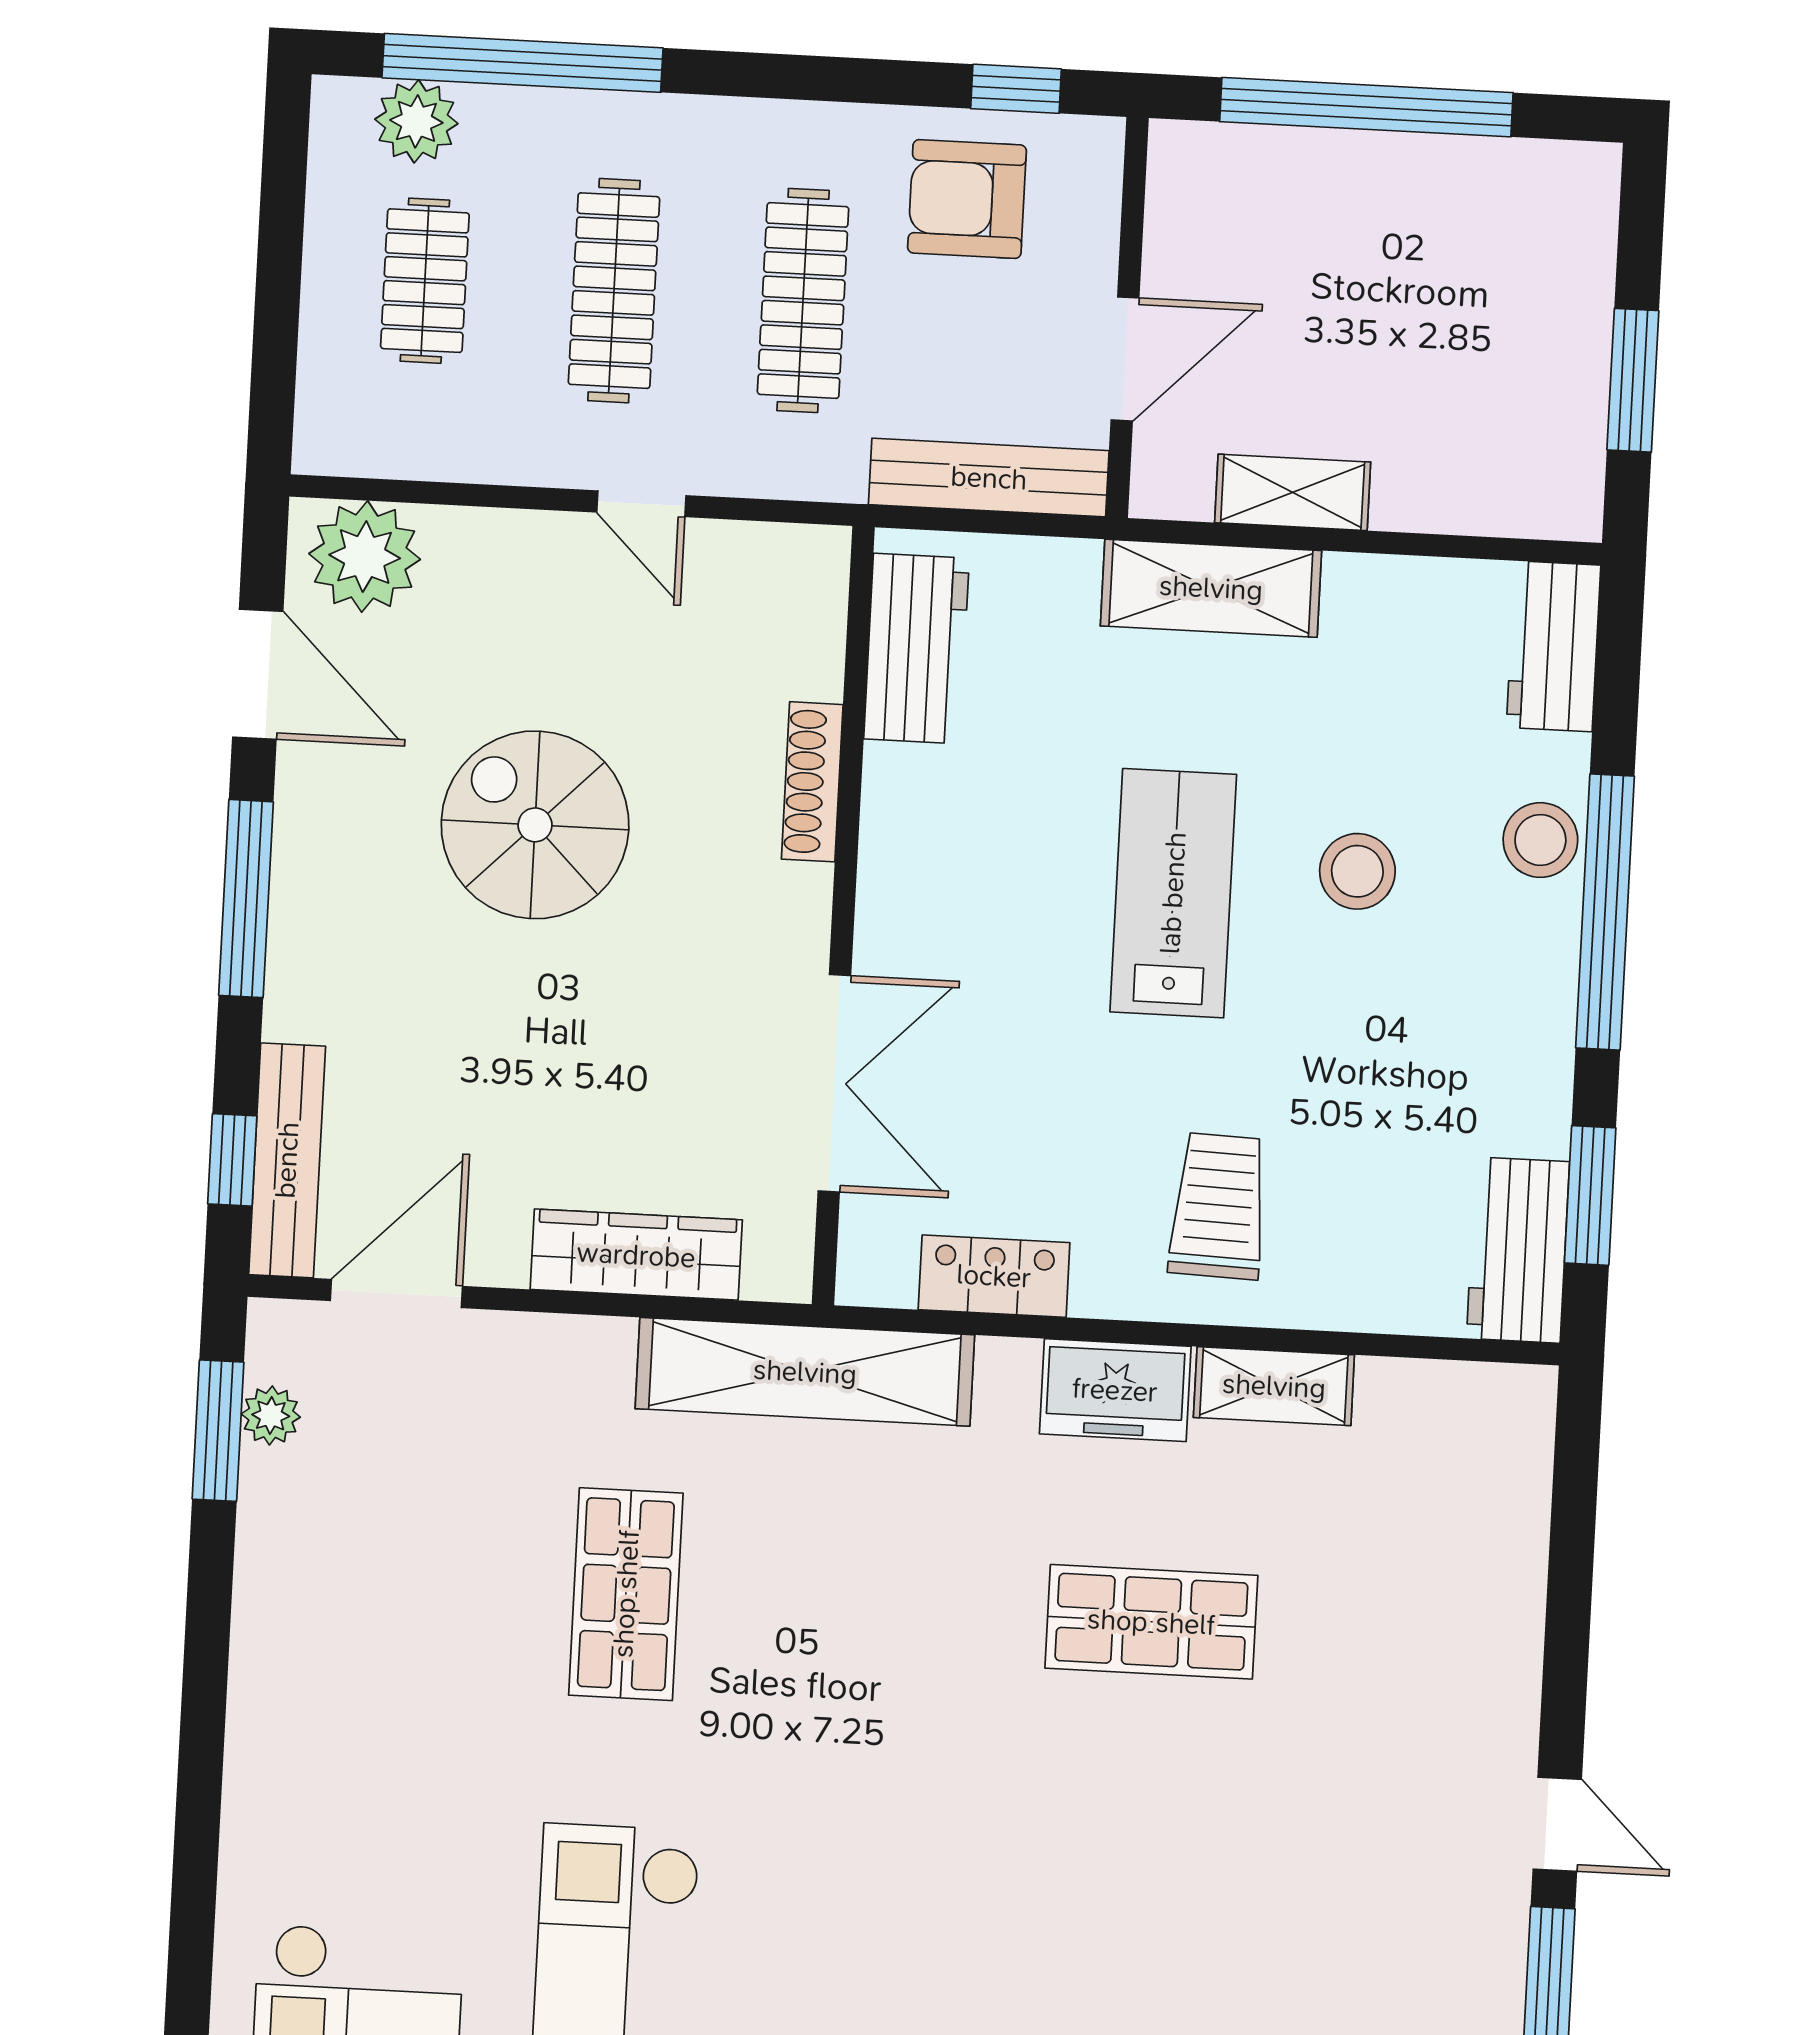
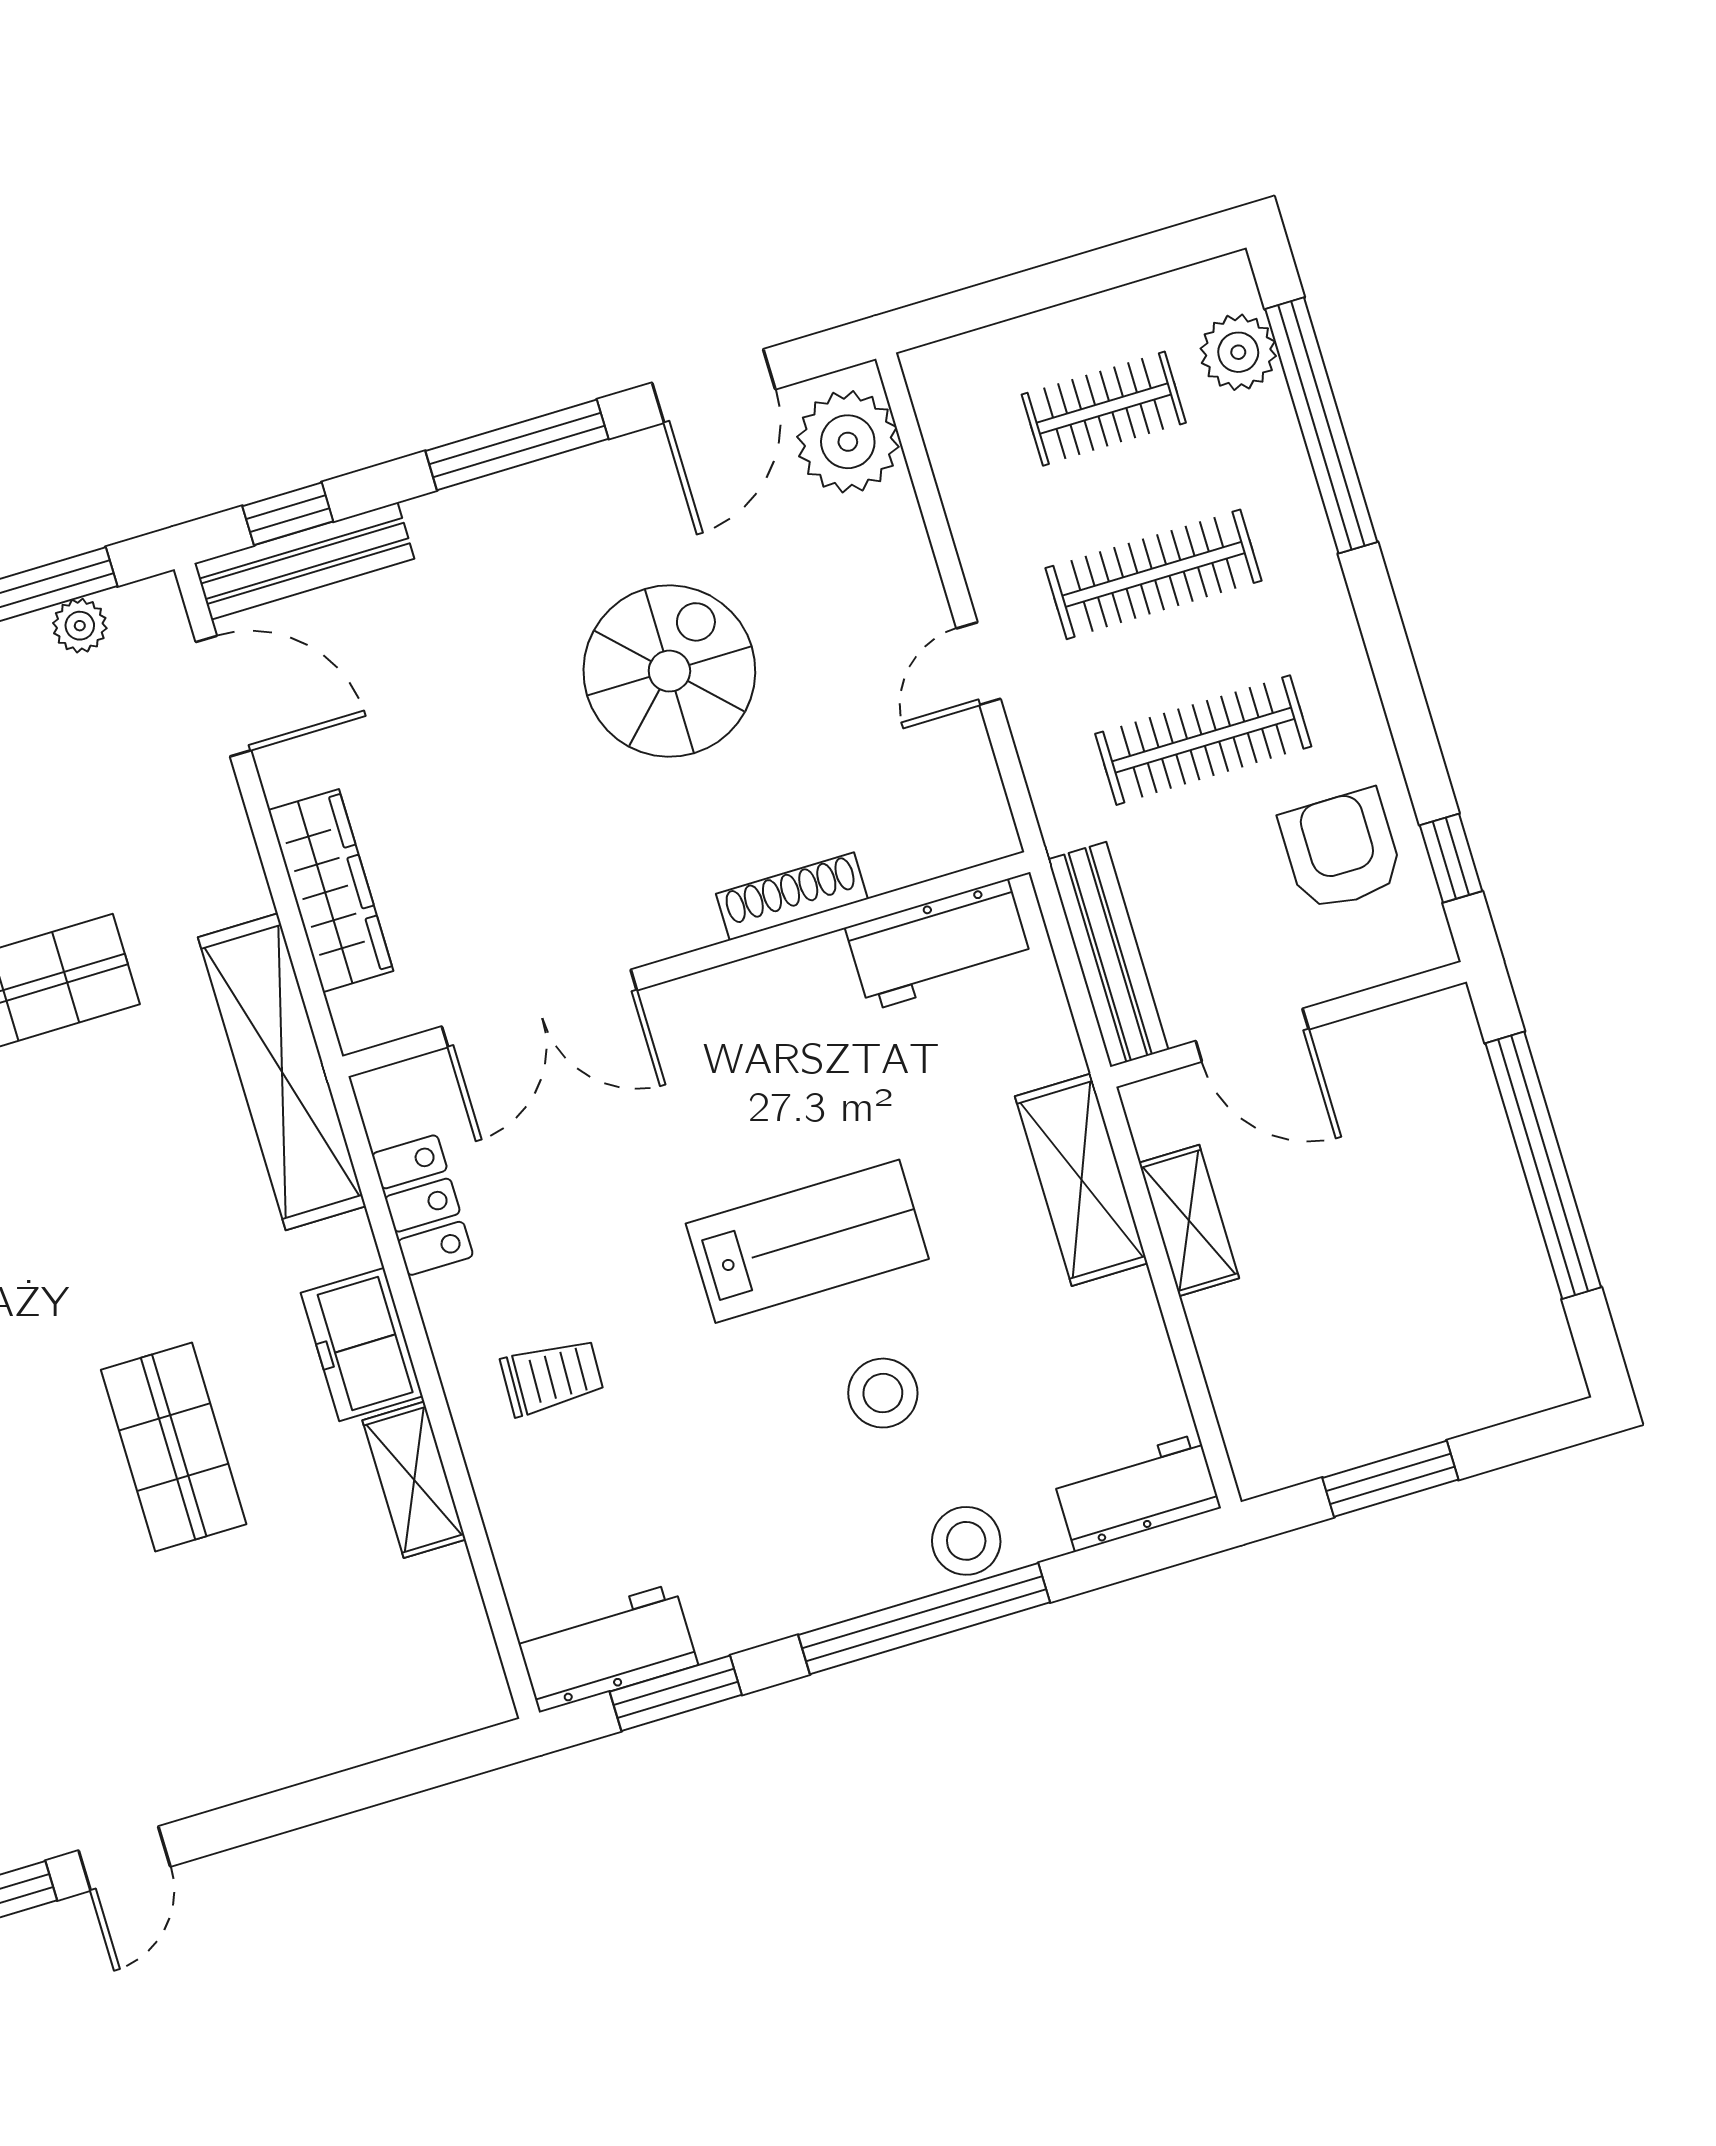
trolley: (1219, 1206) -> (552, 1377), width x0.73, depth x0.72

